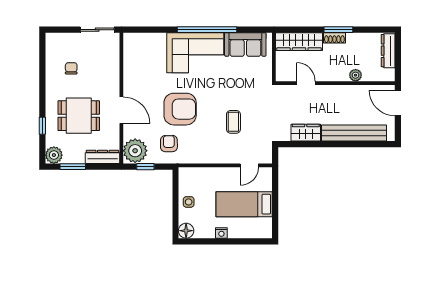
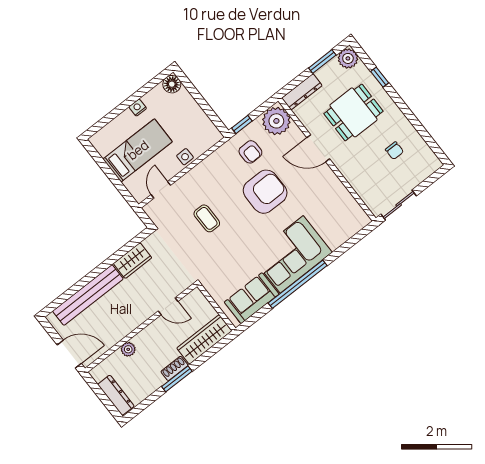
armchair: (180, 109) -> (265, 192), turned 180
window: (145, 167) -> (242, 125), moved
side table: (189, 202) -> (185, 157), moved

